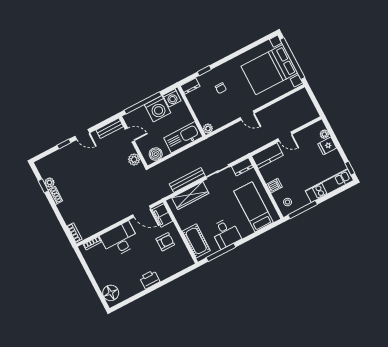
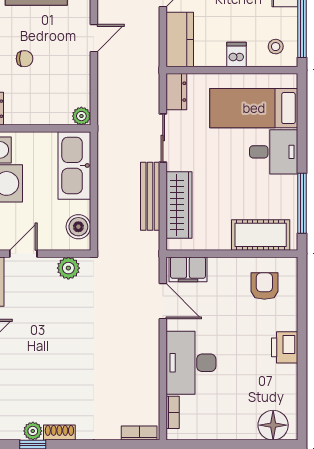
door: (142, 211) -> (163, 301), hinge flipped
desk: (226, 233) -> (274, 152), moved
armchair: (165, 242) -> (264, 286), moved

